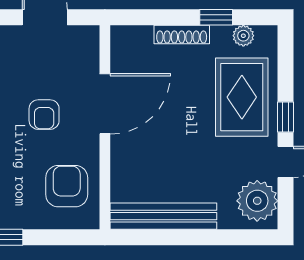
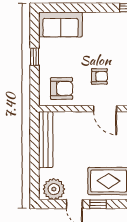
door: (105, 104) -> (105, 109), width x0.73
armchair: (44, 115) -> (99, 76), turned 180

